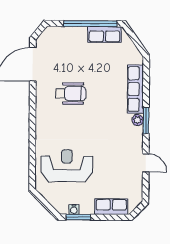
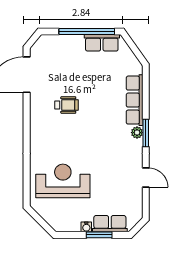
wheelchair: (71, 93) -> (66, 105), width x0.73, depth x0.73
water cooler: (74, 209) -> (86, 227), moved
window: (78, 217) -> (99, 235), moved

